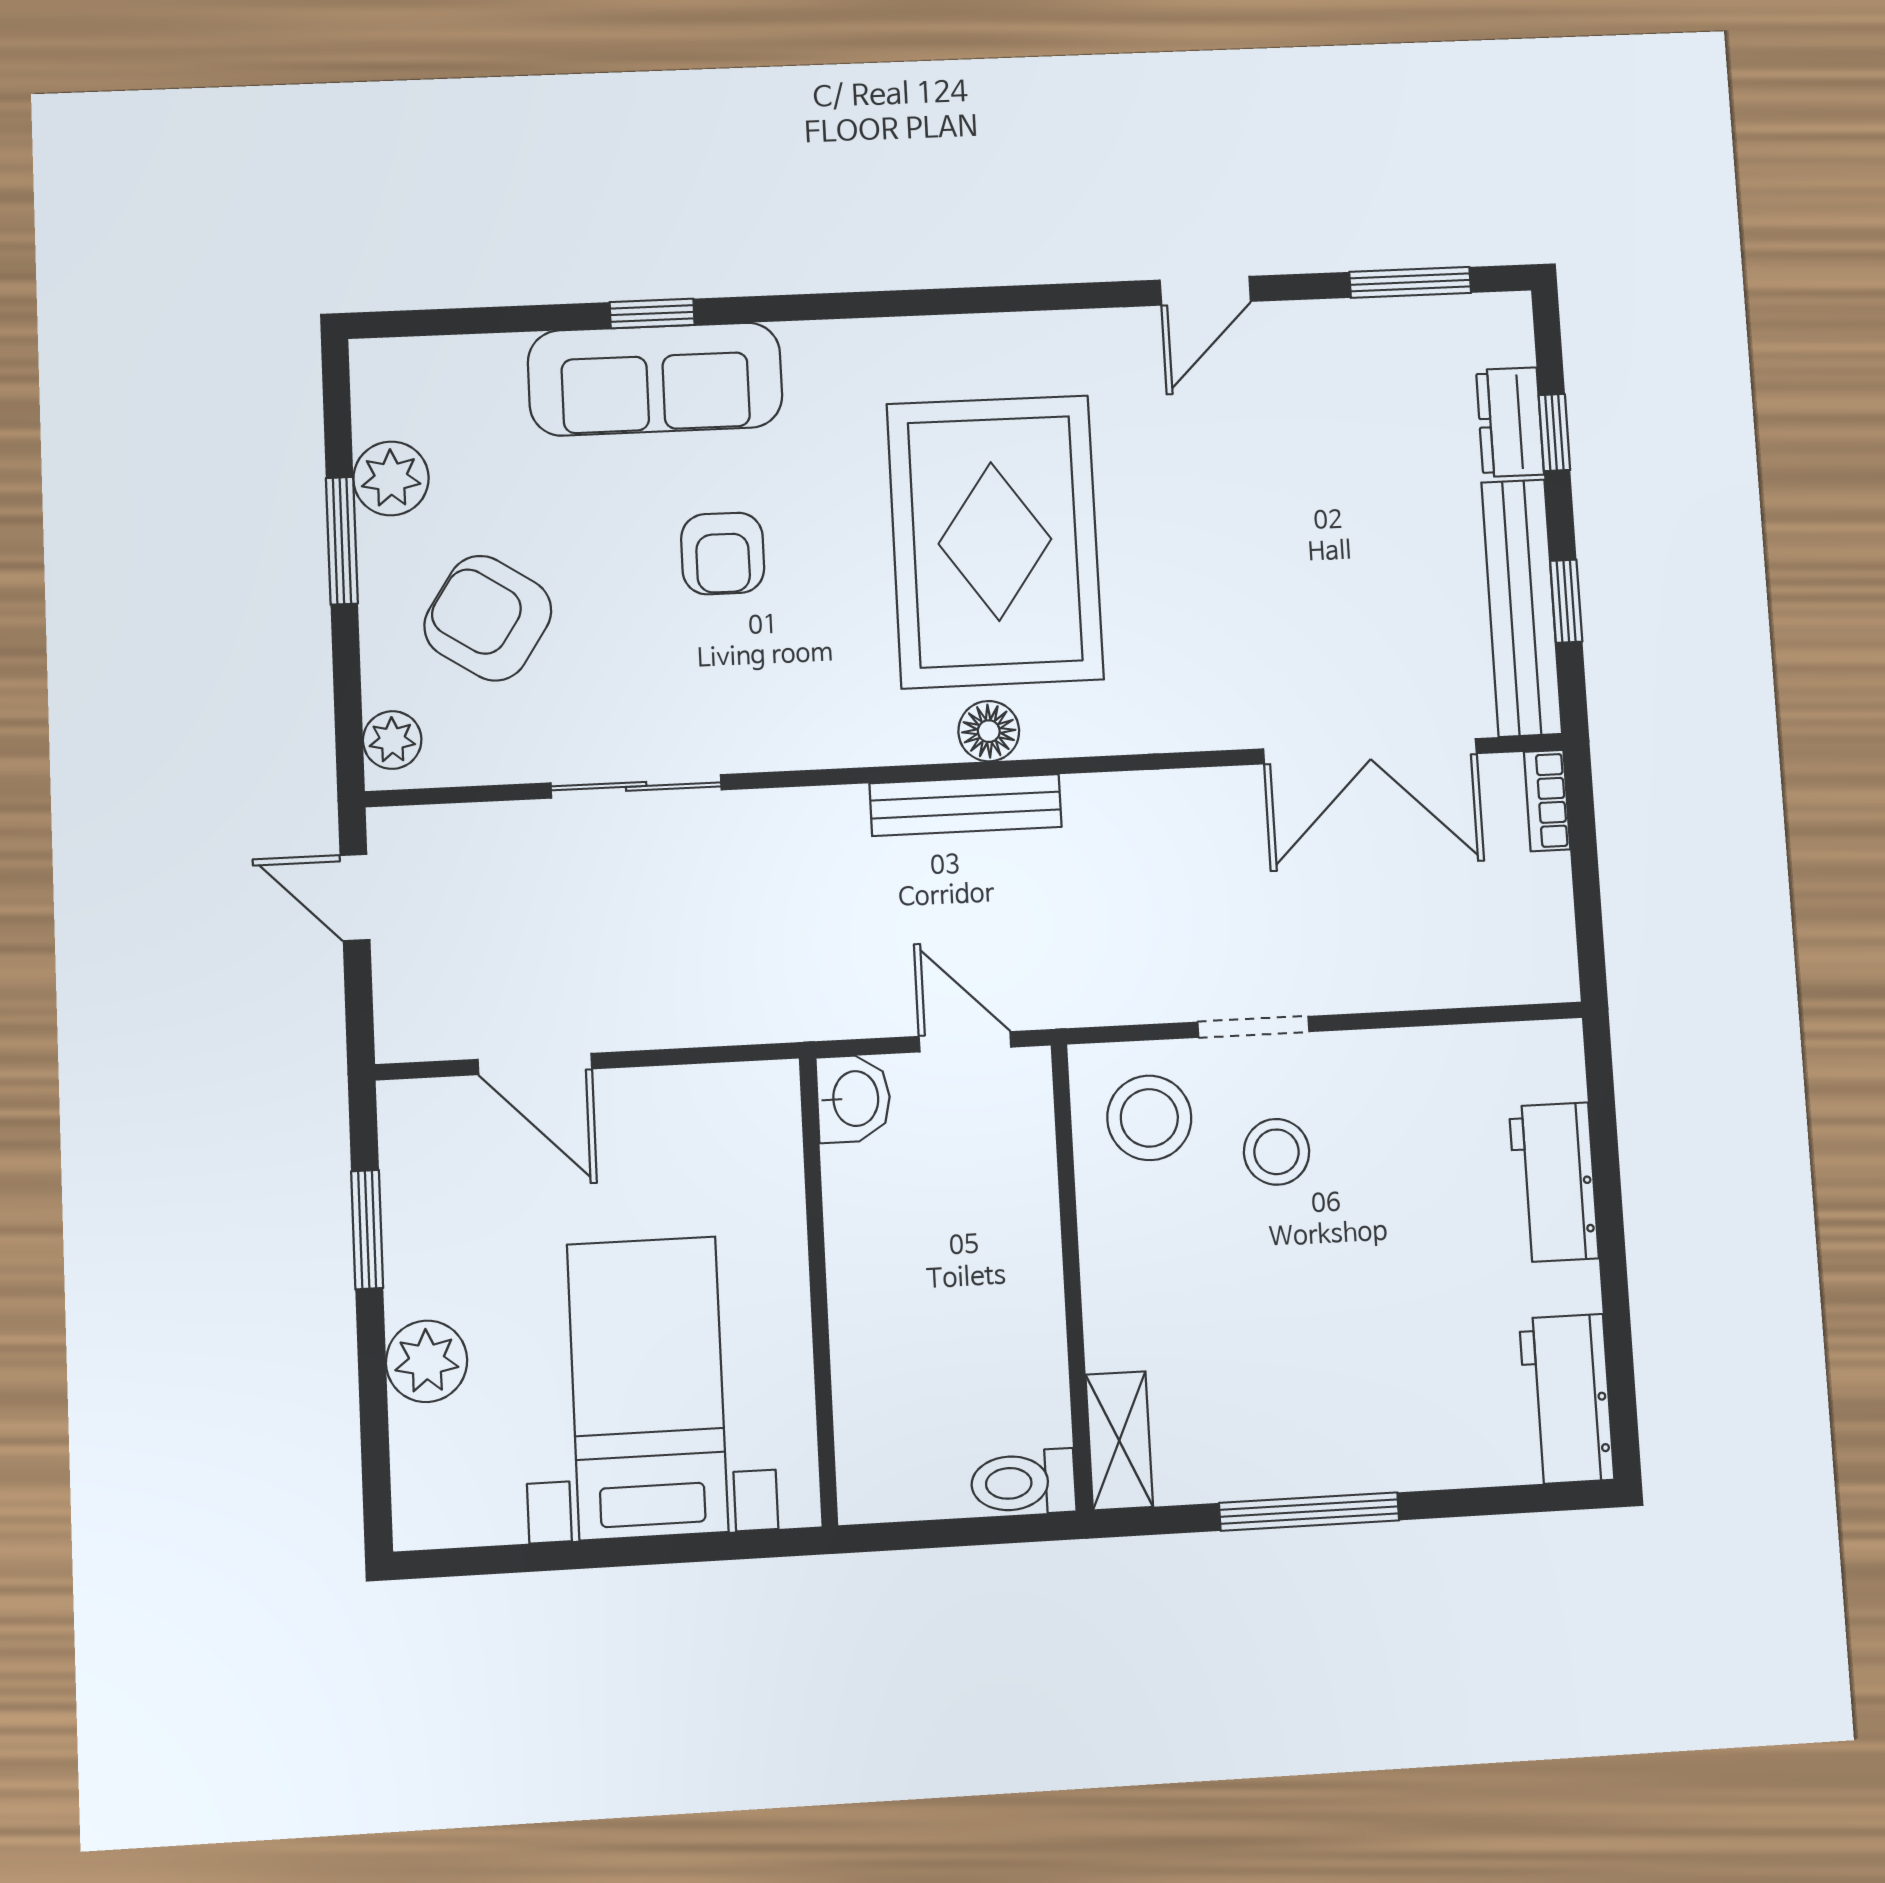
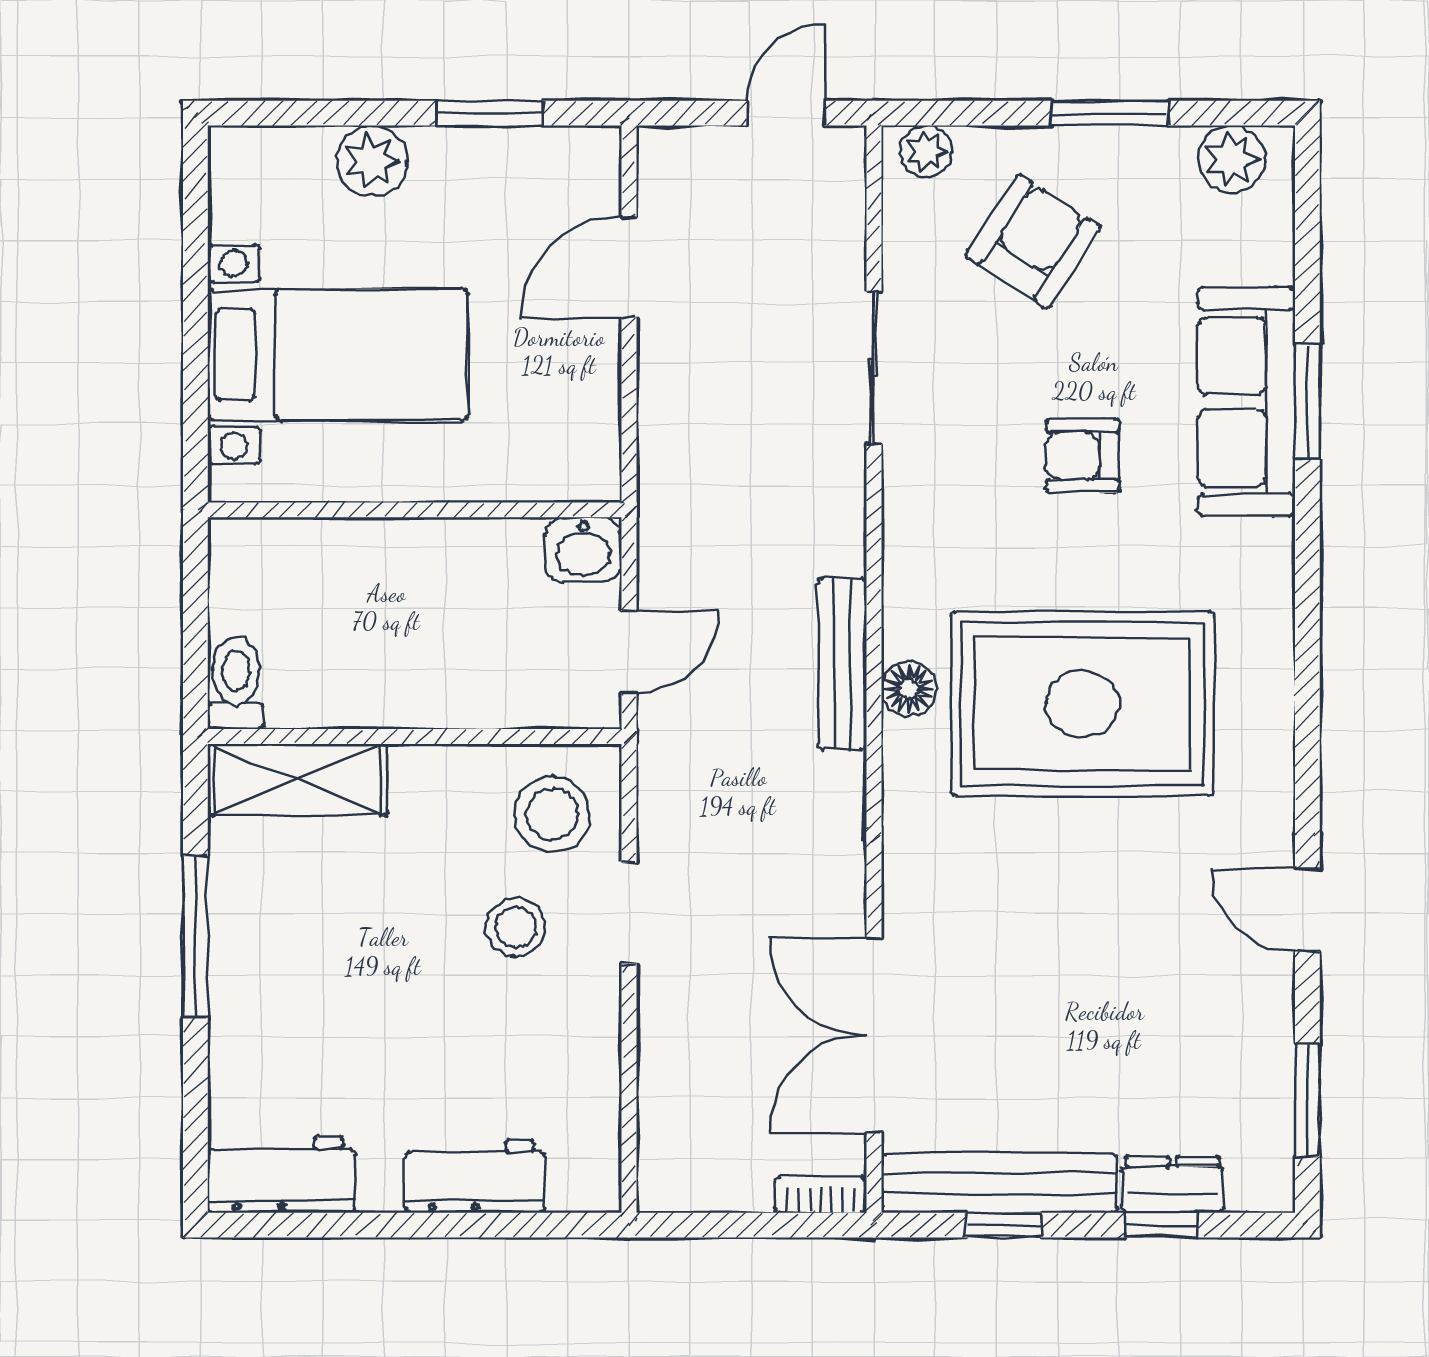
window: (652, 313) -> (1307, 402), width x1.50
plant: (391, 478) -> (1231, 159), moved
shelving: (1119, 1441) -> (297, 780), width x1.50, depth x1.33

